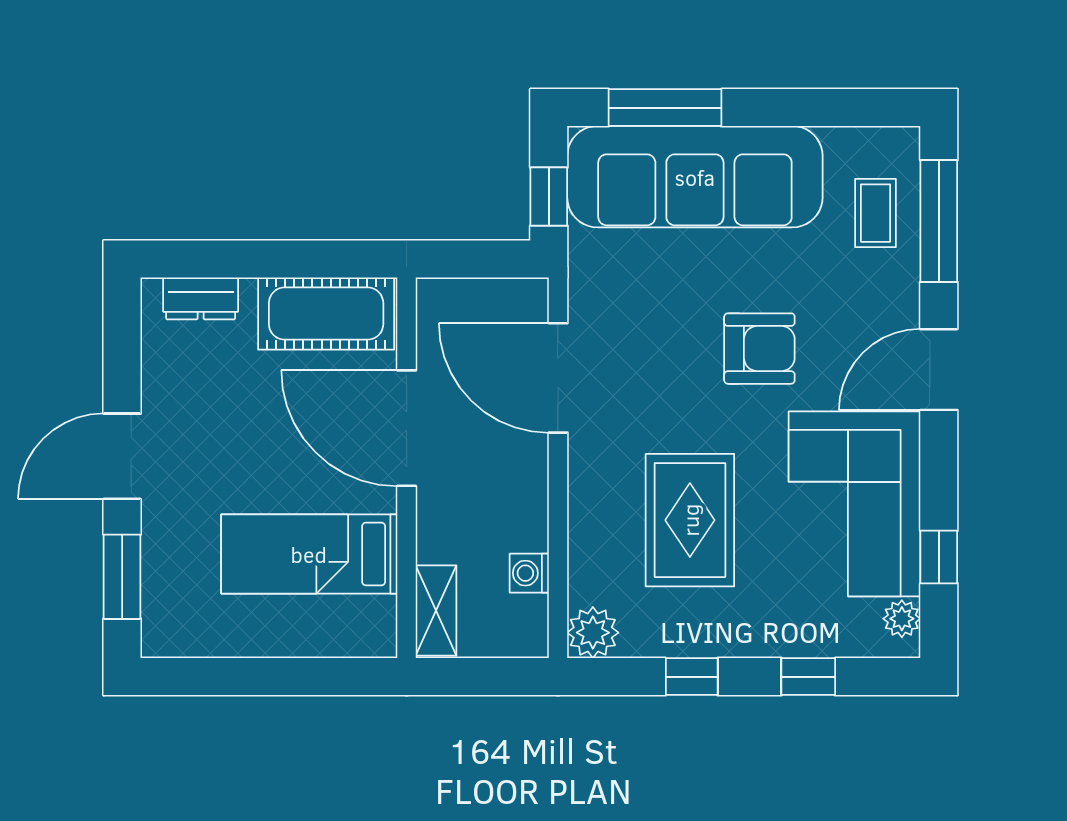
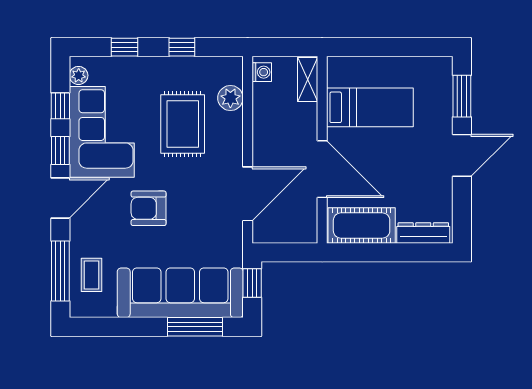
dresser: (201, 298) -> (423, 233), width x1.44
door: (558, 378) -> (248, 194), hinge flipped
window: (939, 466) -> (60, 150), added
washing machine: (529, 573) -> (262, 72), moved
plant: (593, 633) -> (230, 98), moved

